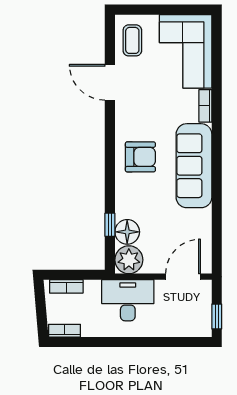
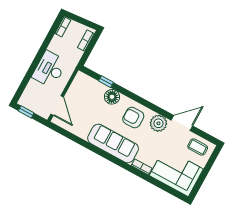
armchair: (140, 157) -> (133, 118), turned 90
floor lamp: (127, 232) -> (112, 97), moved
plant: (129, 260) -> (158, 123), moved
desk: (128, 300) -> (49, 69), moved, turned 180

